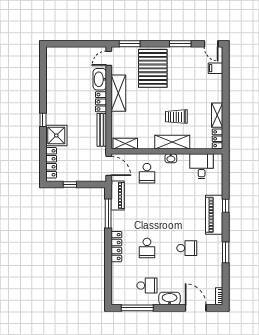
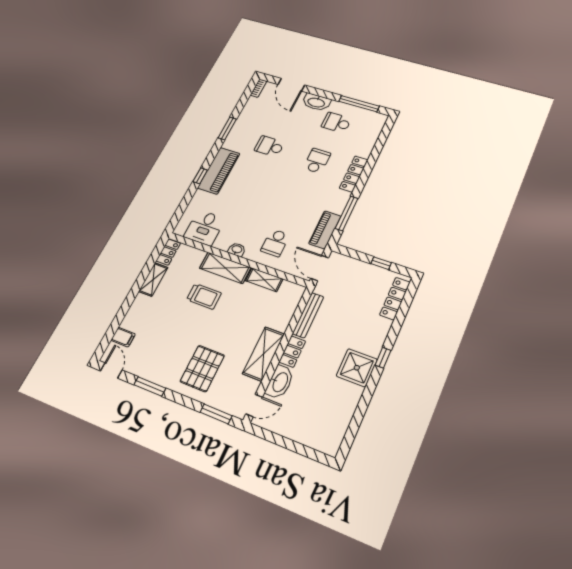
pallet: (153, 68) -> (202, 368), width x0.73, depth x0.71
shower: (56, 135) -> (357, 368), moved
shelving: (125, 144) -> (264, 280), moved
school desk: (147, 173) -> (275, 243), turned 180

